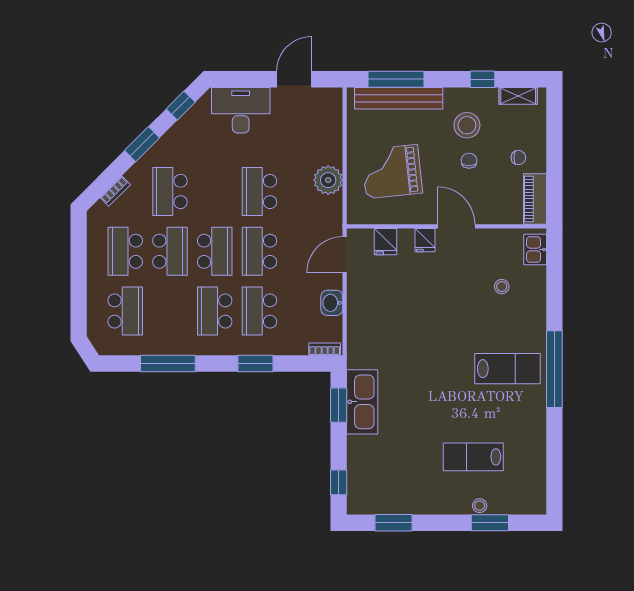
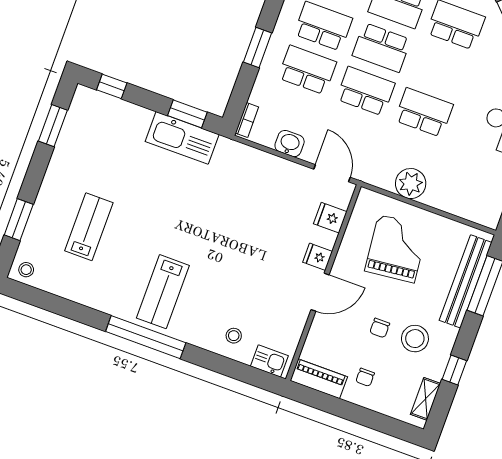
chair: (469, 161) -> (380, 328), turned 90
stool: (502, 287) -> (234, 336), moved
stool: (480, 506) -> (26, 270), moved

